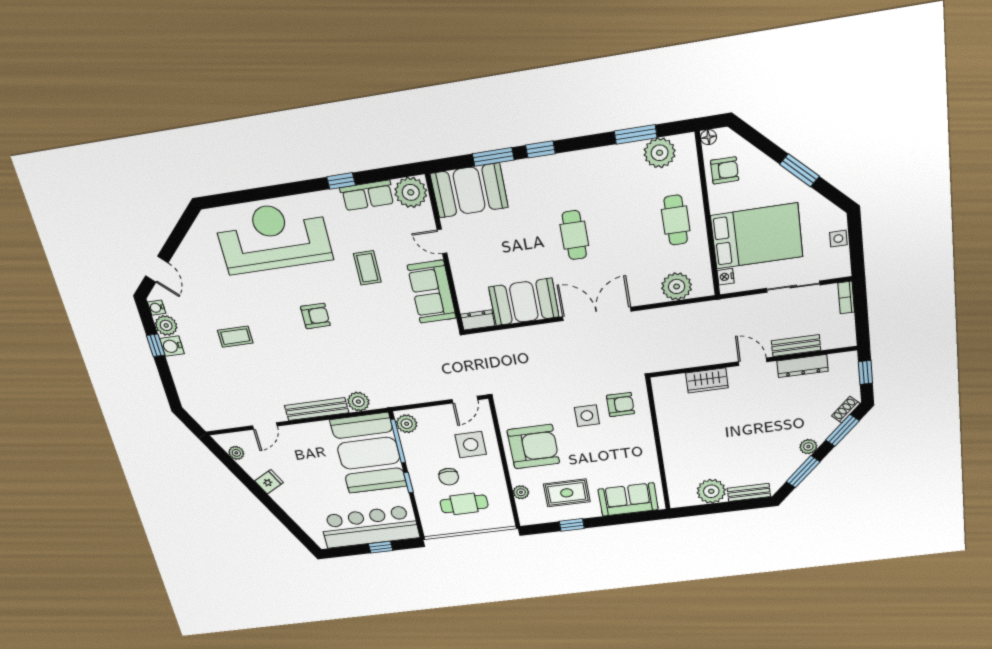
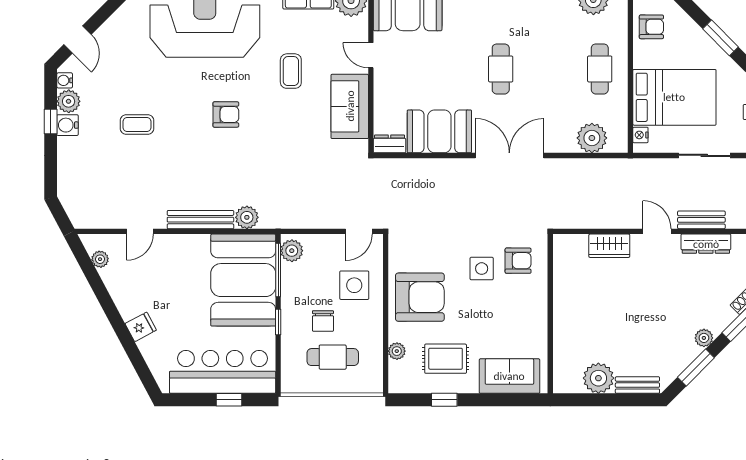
fridge: (269, 482) -> (141, 327), moved

